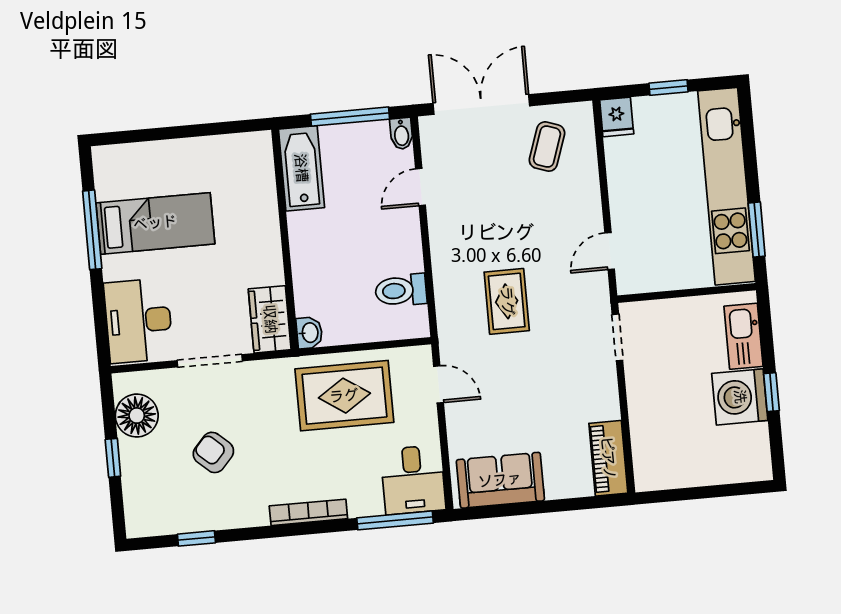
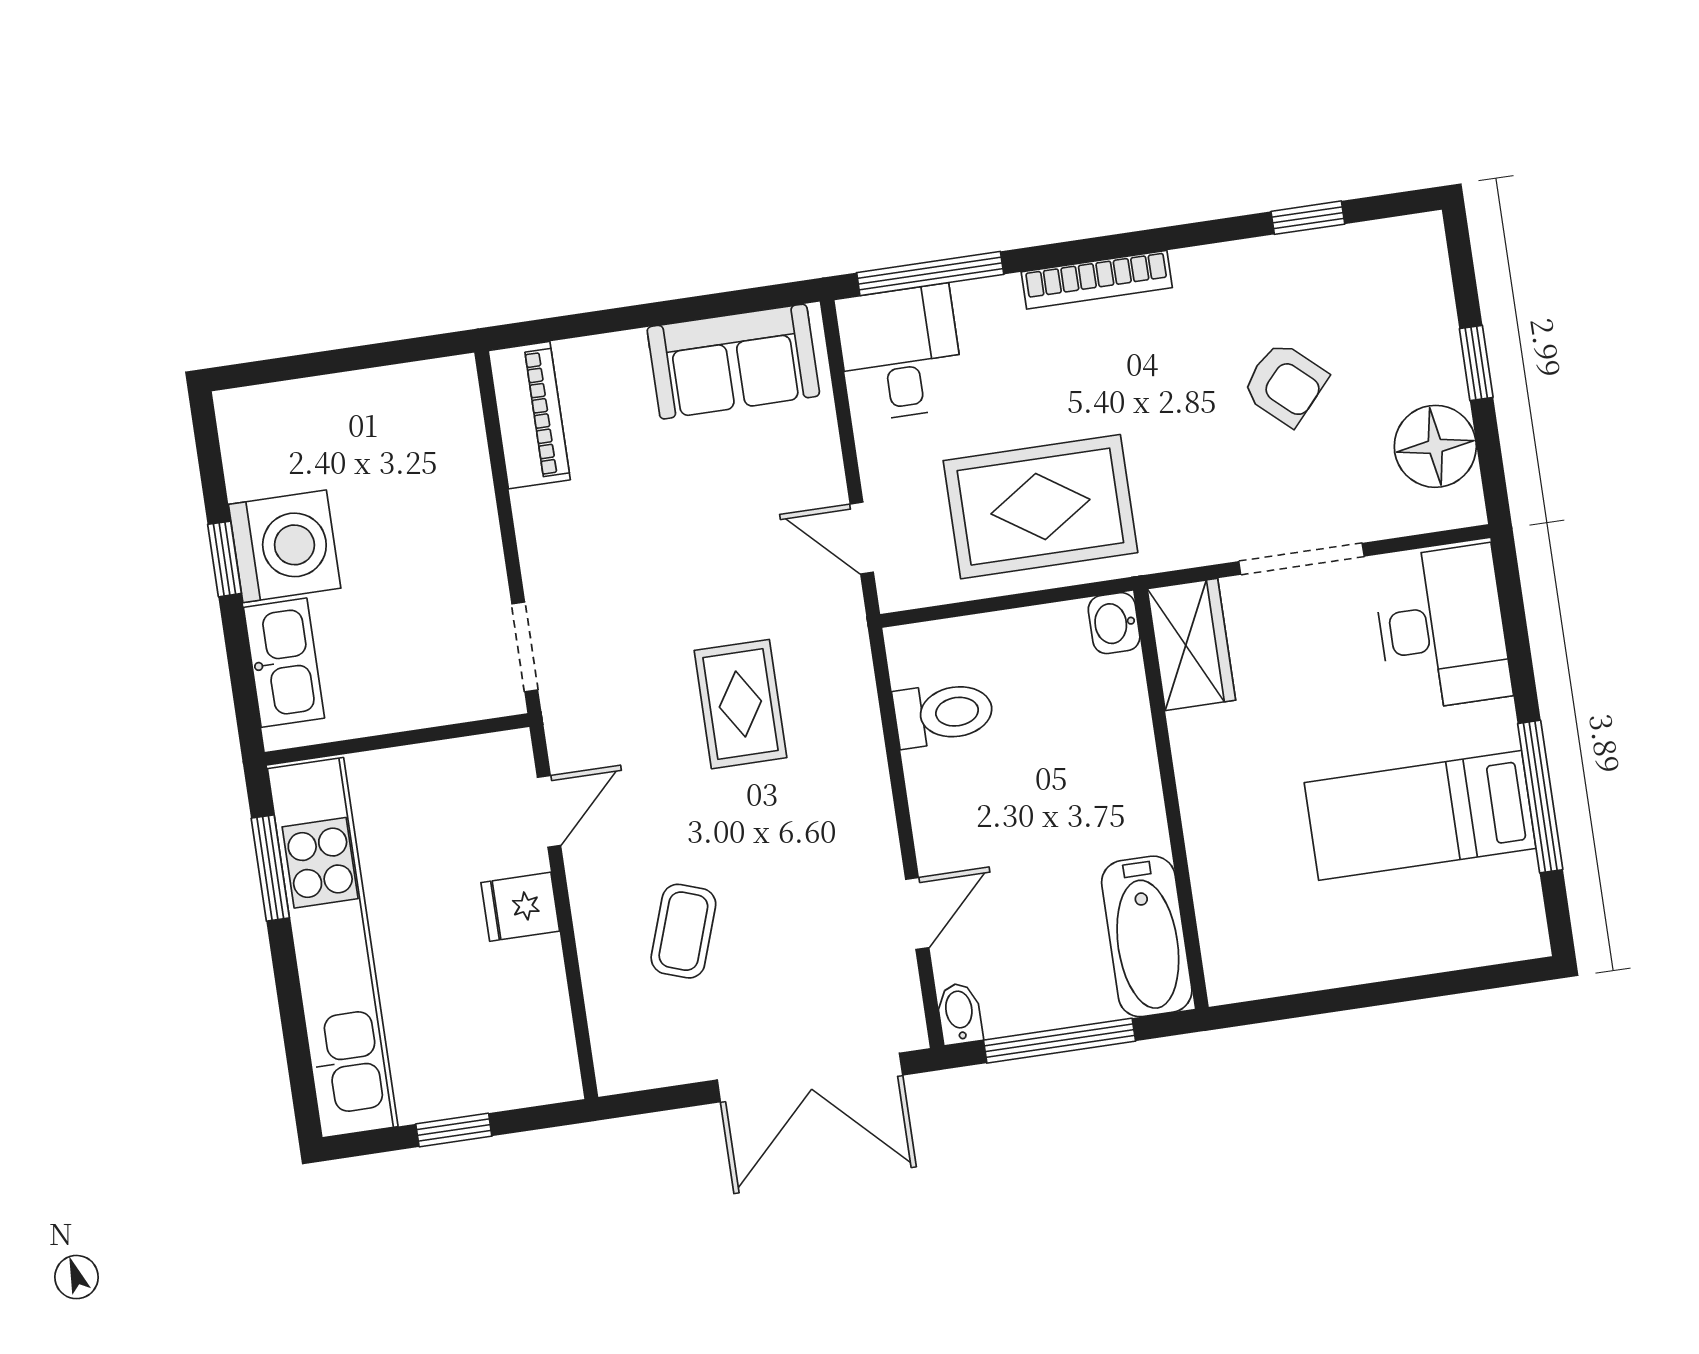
fridge: (617, 117) -> (520, 907), moved, turned -90
coffee table: (547, 147) -> (683, 931), moved

